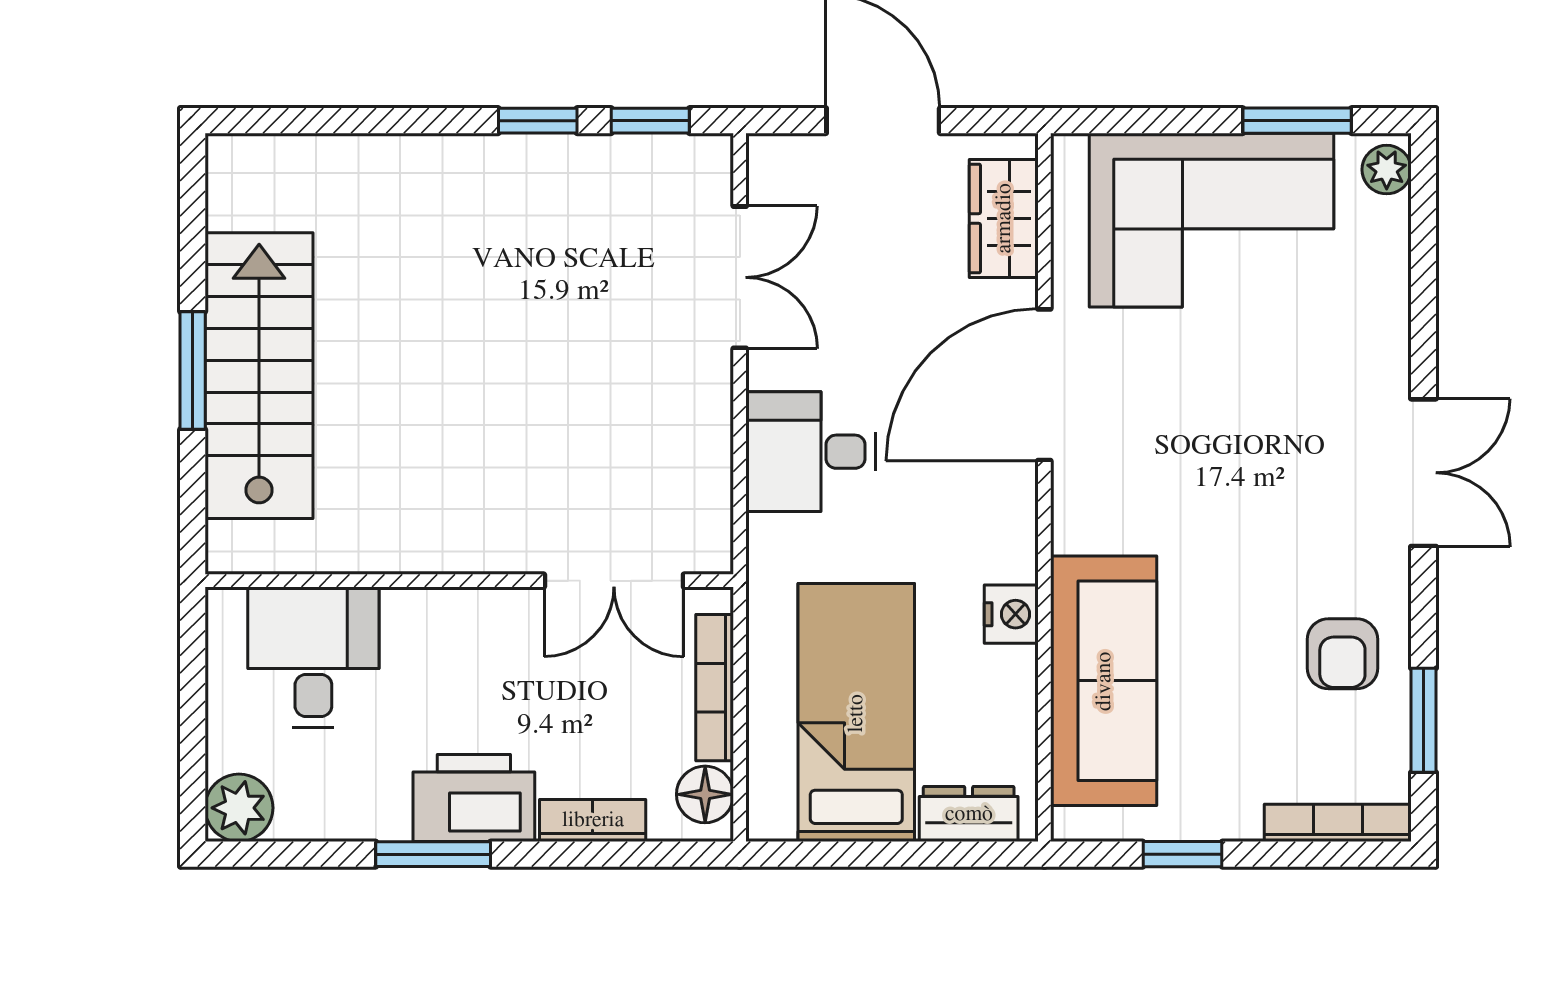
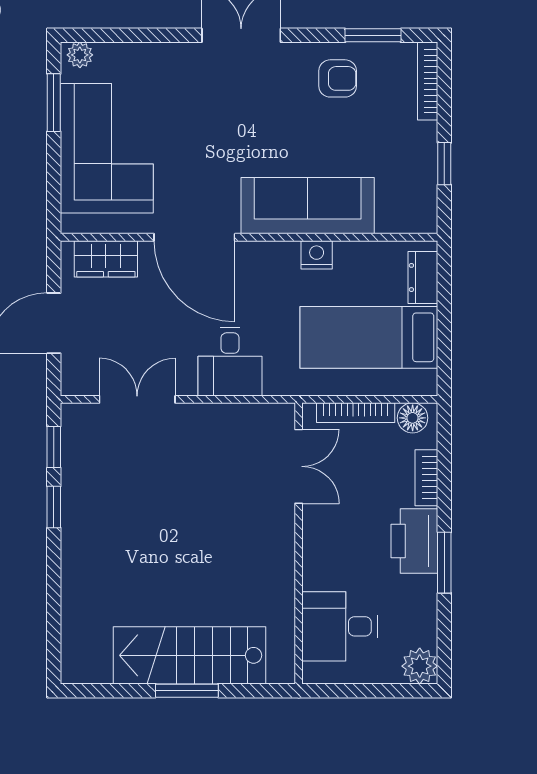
sofa: (1104, 681) -> (308, 206), moved

